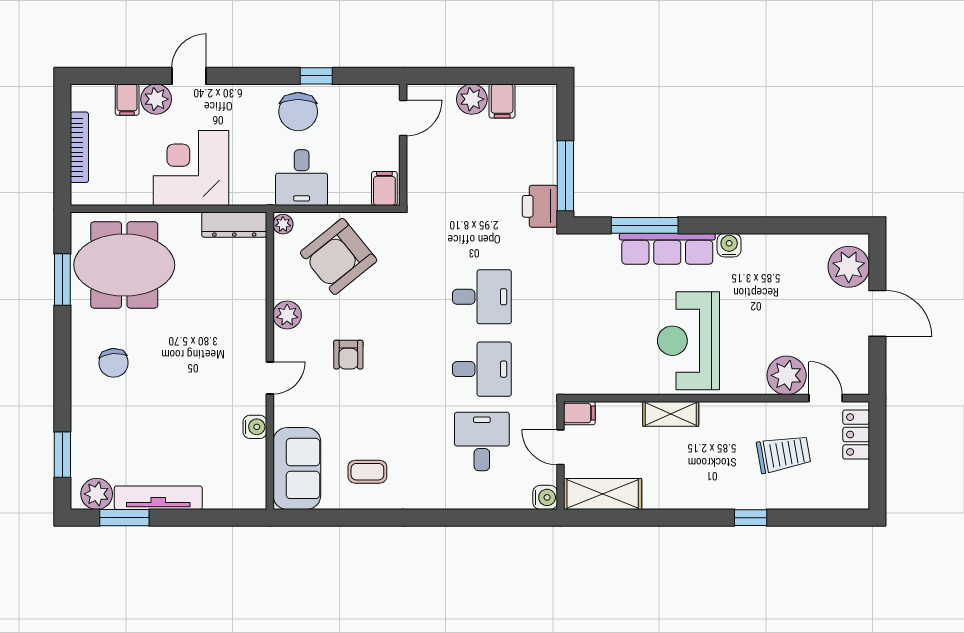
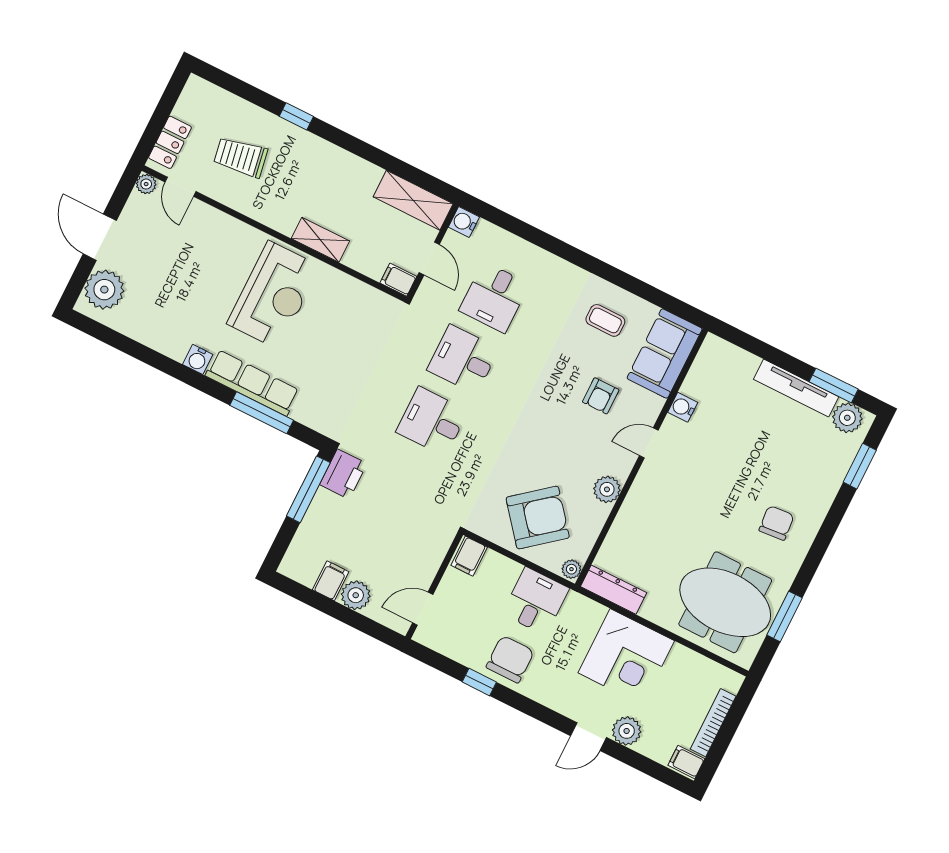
filing cabinet: (127, 100) -> (686, 762), moved, turned -90
armchair: (348, 355) -> (601, 396), moved, turned 180
plant: (787, 375) -> (146, 184), moved, width x0.53, depth x0.53

